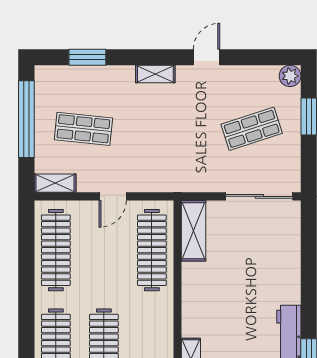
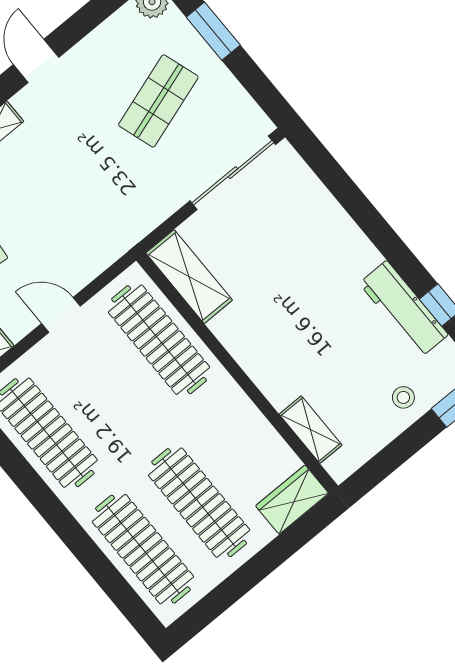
door: (113, 196) -> (61, 315), swing flipped

